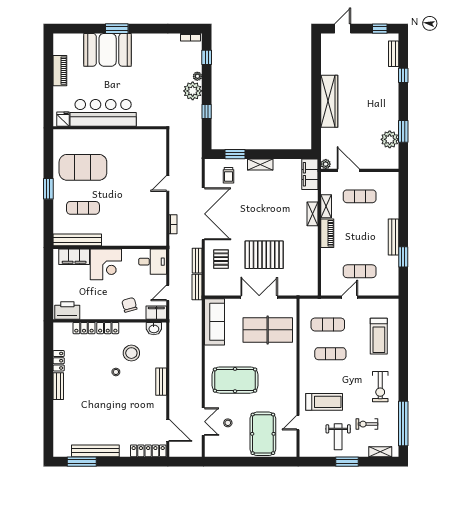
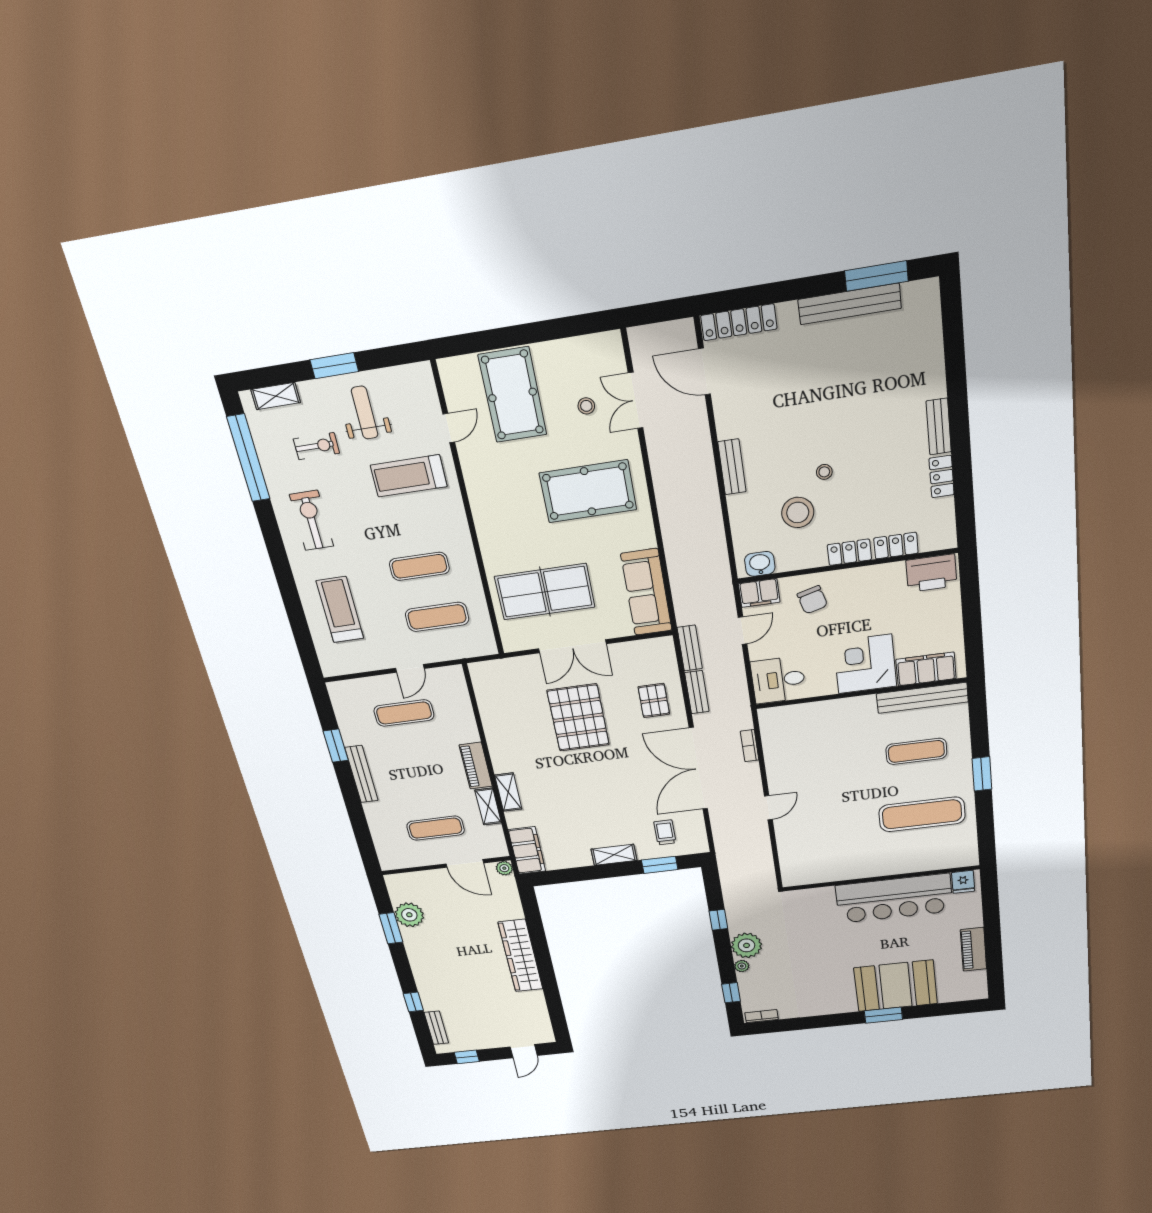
exercise mat: (83, 167) -> (922, 814), width x0.68
pallet: (264, 255) -> (578, 718), turned 90

